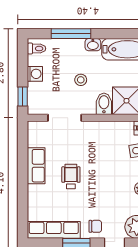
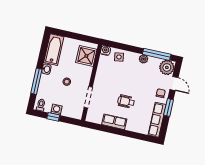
window: (23, 96) -> (53, 117), moved
bidet: (104, 104) -> (85, 71), removed

